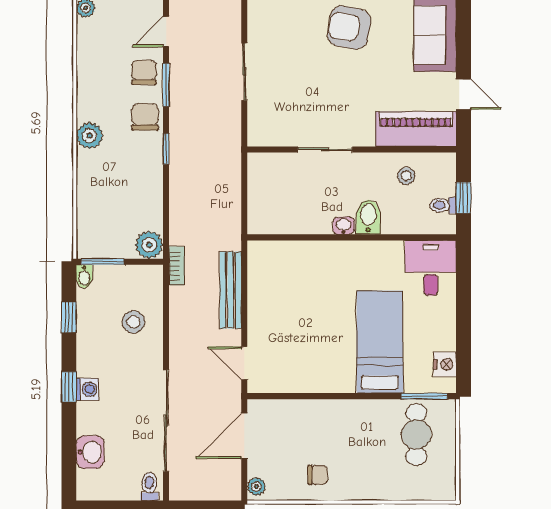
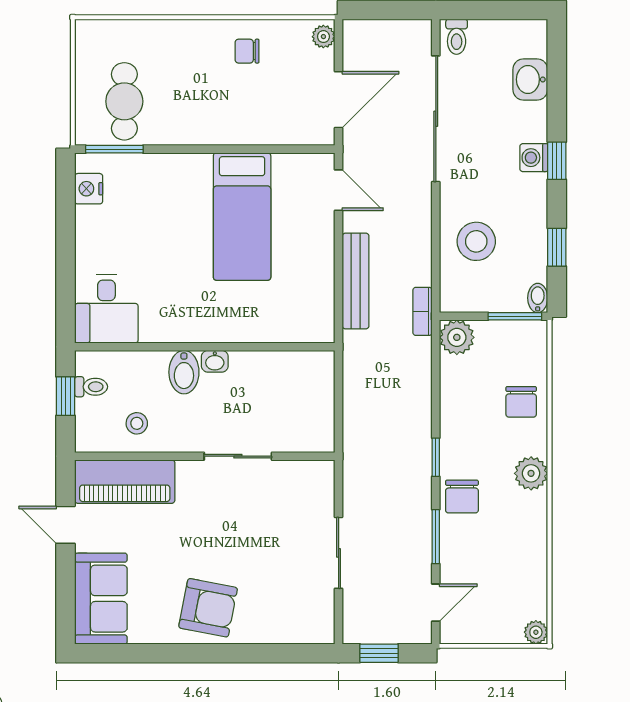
chair: (144, 72) -> (521, 402), moved
stool: (134, 322) -> (476, 241), width x1.38, depth x1.38
bed: (380, 342) -> (242, 217), moved

